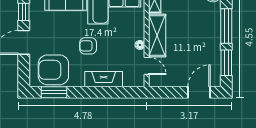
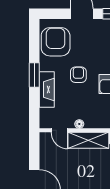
door: (147, 66) -> (59, 130), hinge flipped
window: (54, 92) -> (34, 75), moved

